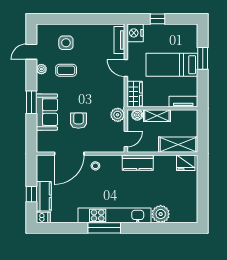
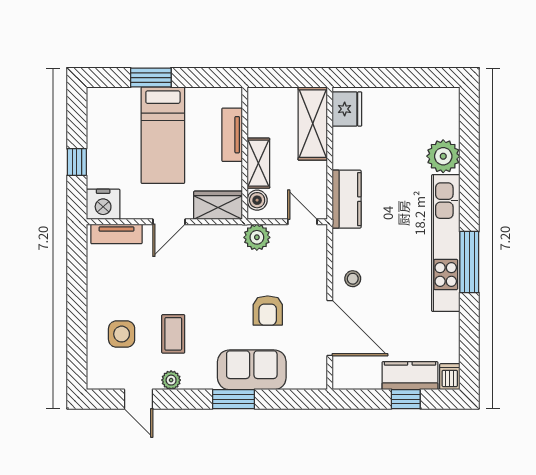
tv unit: (183, 102) -> (232, 135), moved
armchair: (78, 121) -> (268, 311), turned -90

